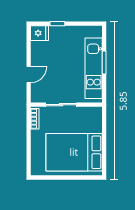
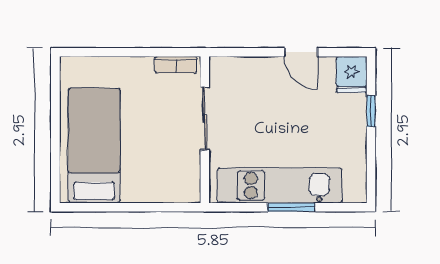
door: (29, 75) -> (301, 52), moved
bed: (74, 152) -> (94, 146), width x0.67

